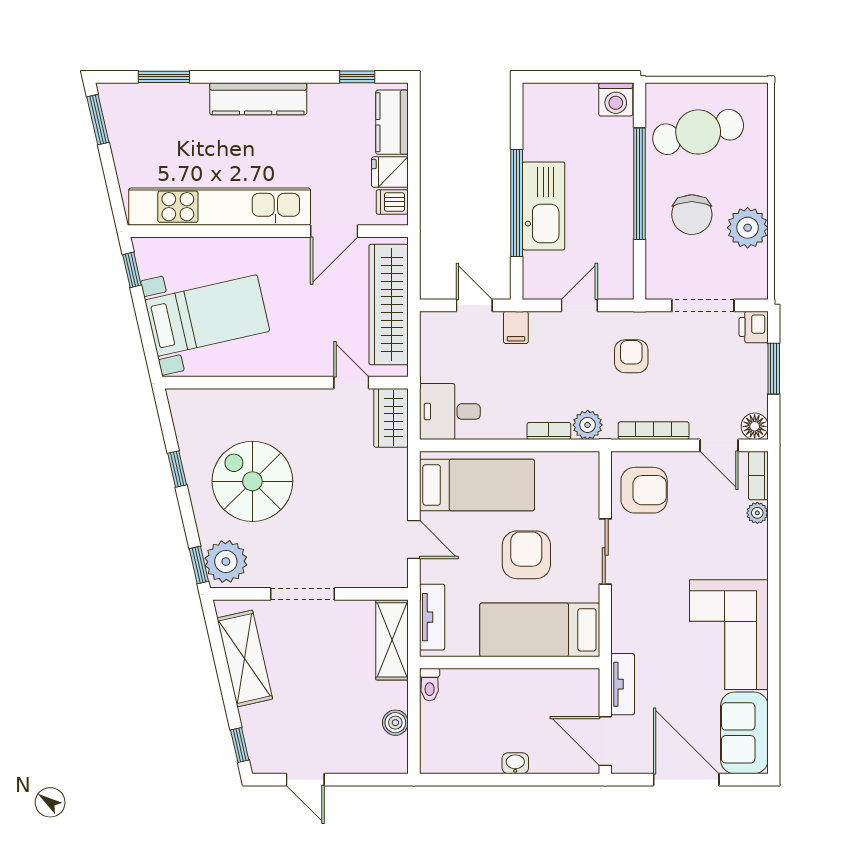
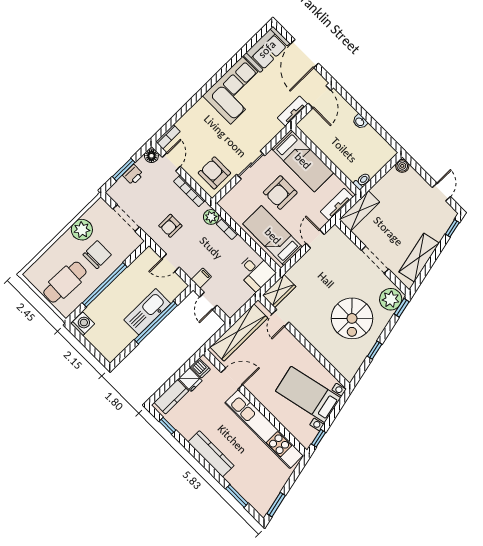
cafe table: (698, 132) -> (65, 282), turned -75
printer: (754, 327) -> (133, 175), moved
plant: (757, 513) -> (182, 124), removed
boiler: (395, 723) -> (402, 166), moved

